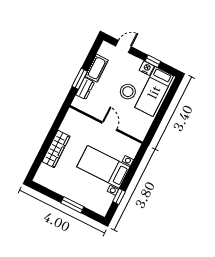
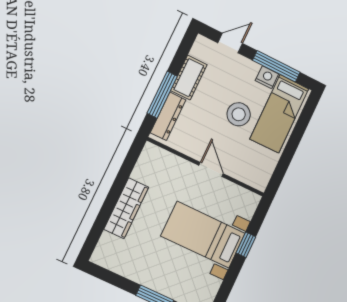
window: (153, 61) -> (276, 66), width x2.17
window: (80, 79) -> (162, 95), width x1.44
dresser: (85, 88) -> (168, 116), width x1.44
window: (119, 197) -> (246, 245), moved

